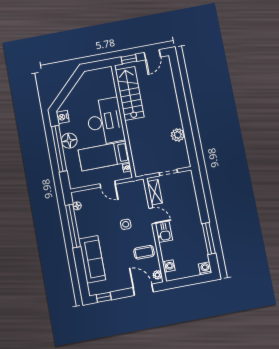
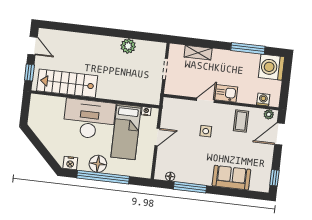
shelving: (155, 192) -> (198, 53), moved
window: (73, 226) -> (190, 187), width x0.68
sofa: (92, 259) -> (231, 178), width x0.73
washing machine: (205, 268) -> (271, 67), width x1.89, depth x1.89

